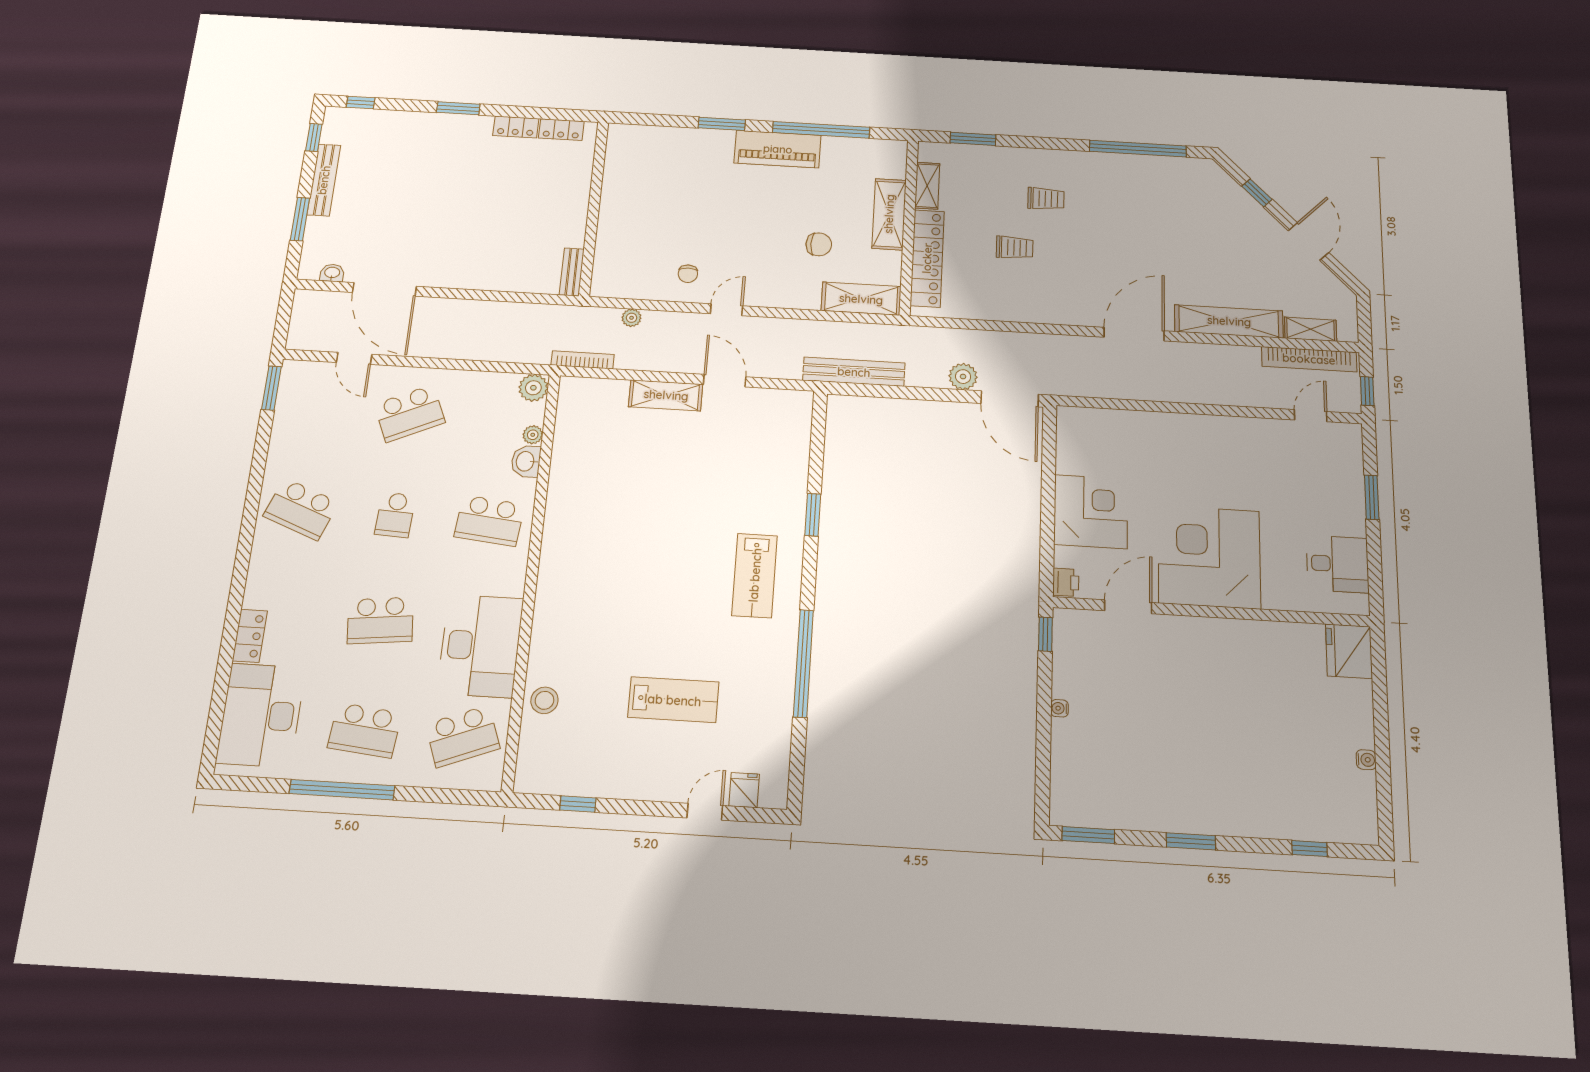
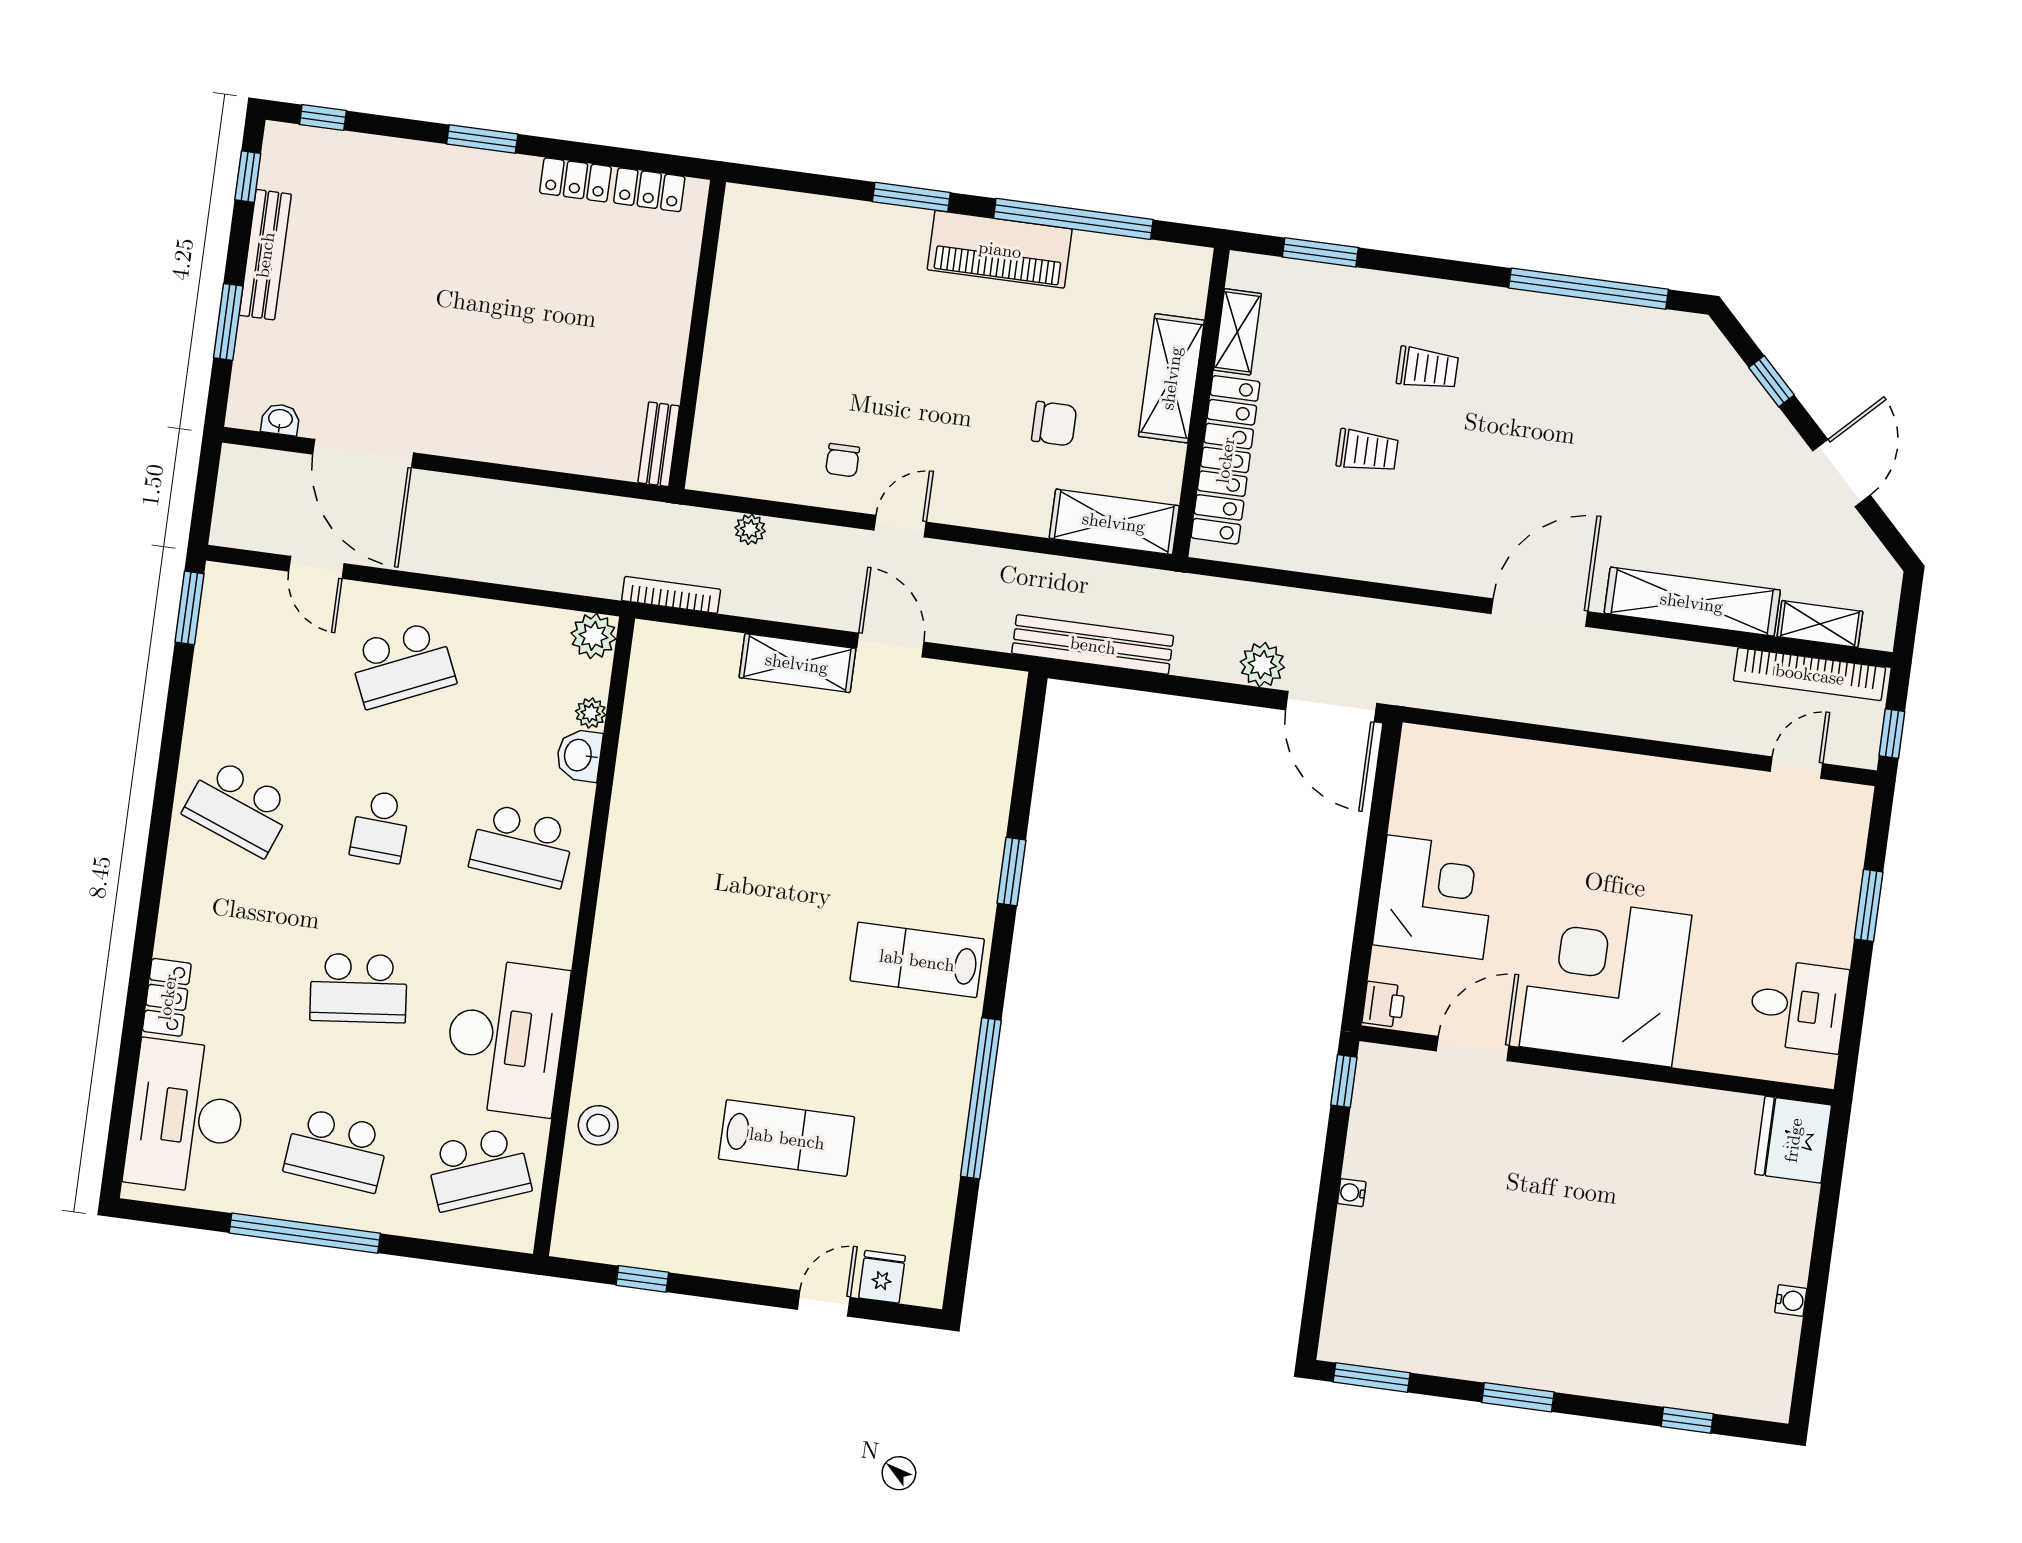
lab bench: (755, 575) -> (917, 960), turned 90

